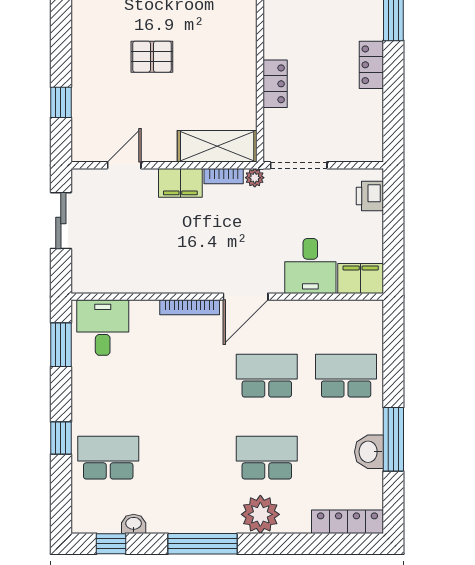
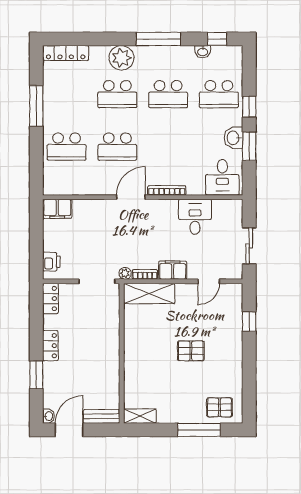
locker: (275, 84) -> (50, 299), moved, turned 180
desk: (310, 266) -> (195, 217), moved
window: (61, 345) -> (249, 146), moved
washbasin: (369, 452) -> (234, 138), moved, turned 180
school desk: (188, 458) -> (168, 94), added

